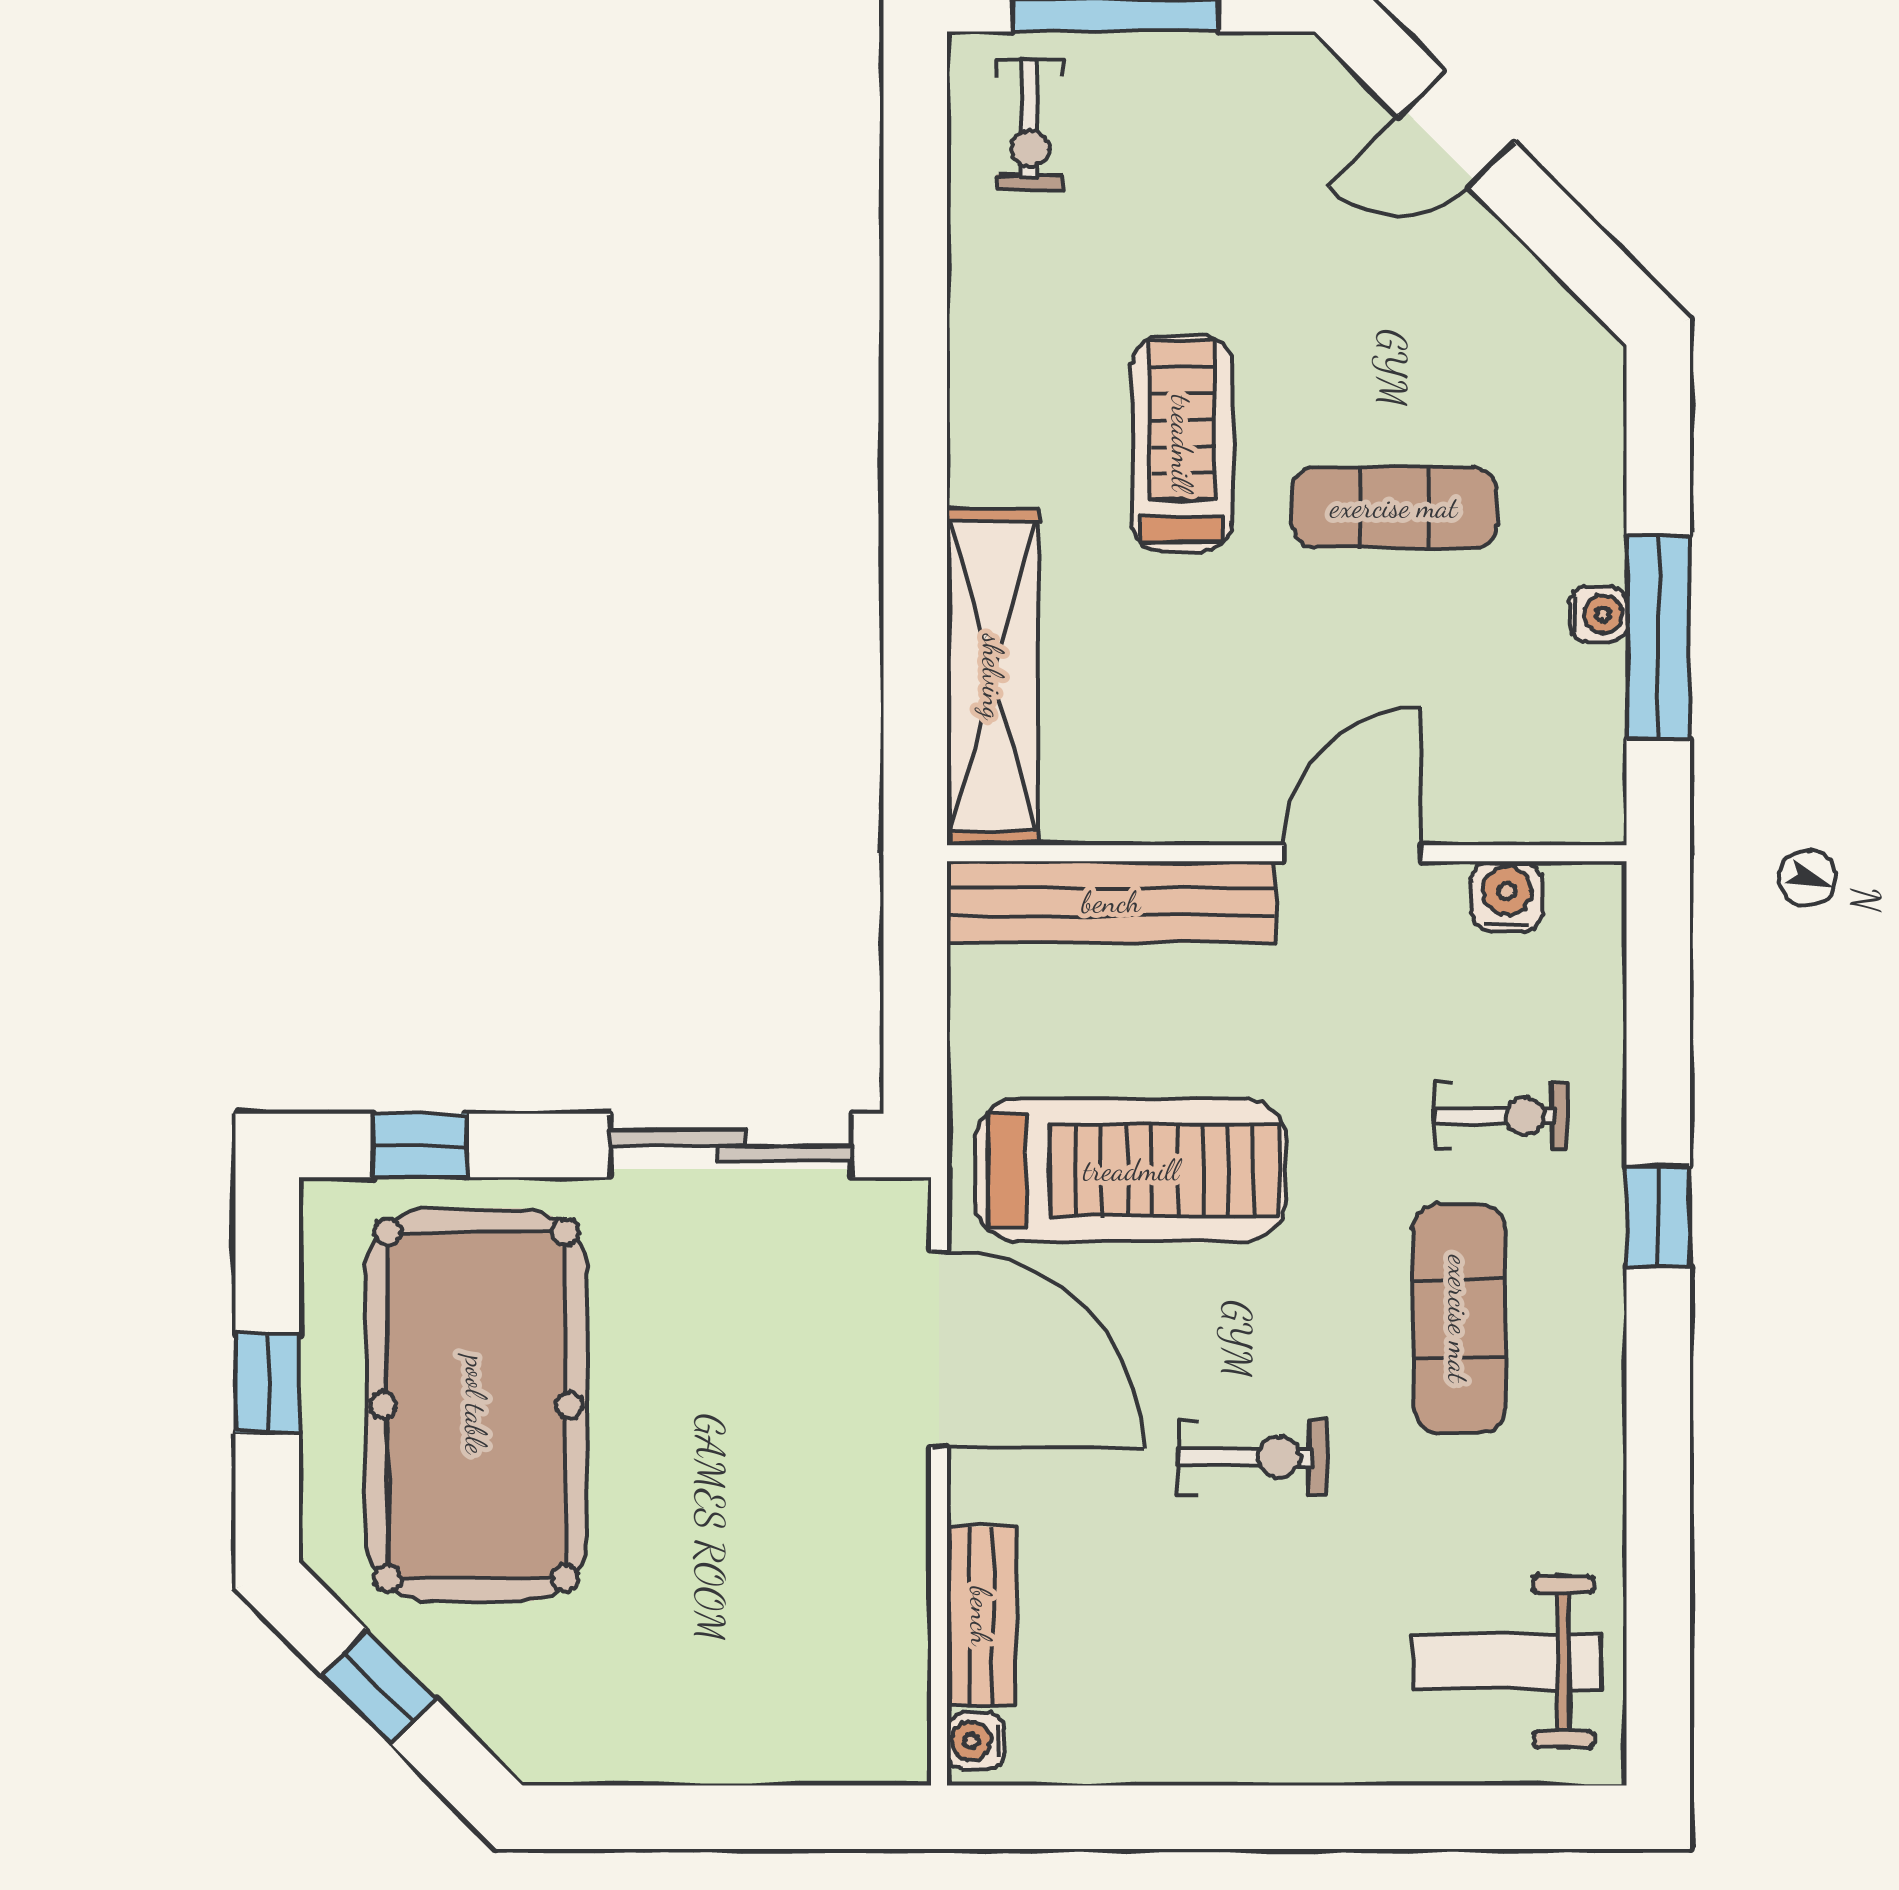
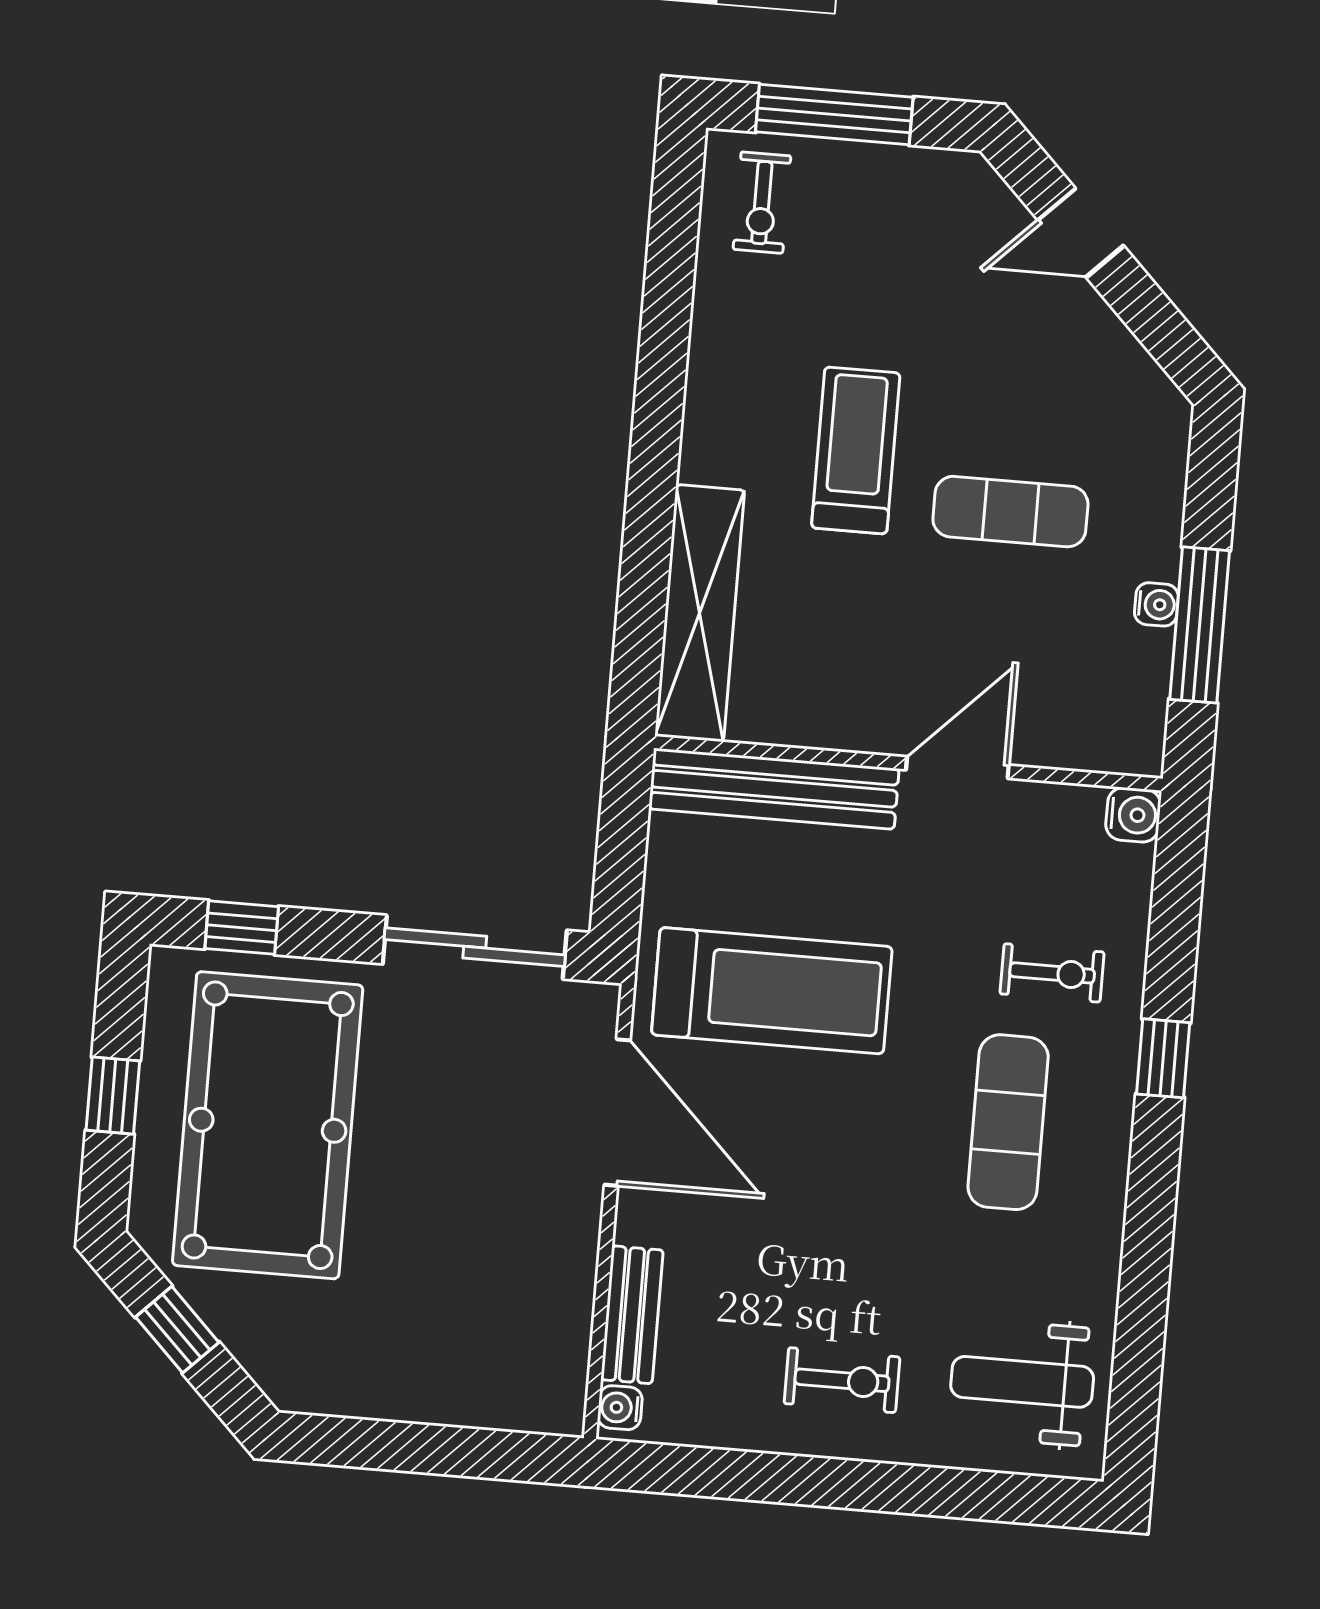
water cooler: (1507, 896) -> (1133, 815), moved, turned 90
exercise bike: (1252, 1457) -> (842, 1380), moved

